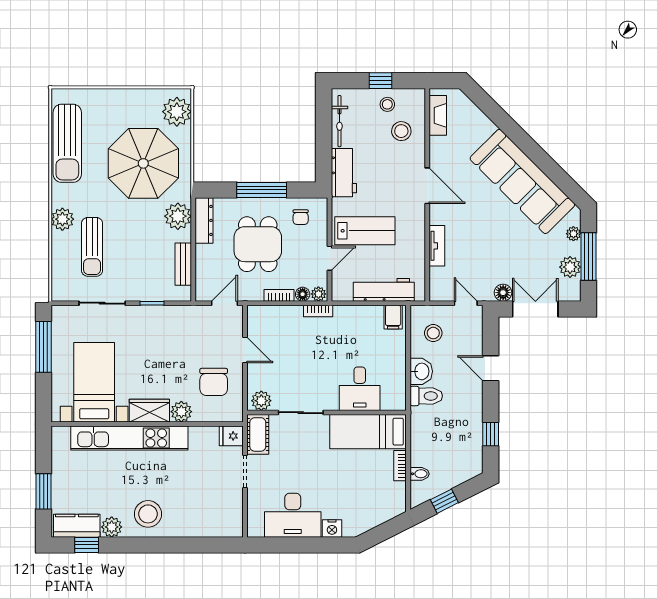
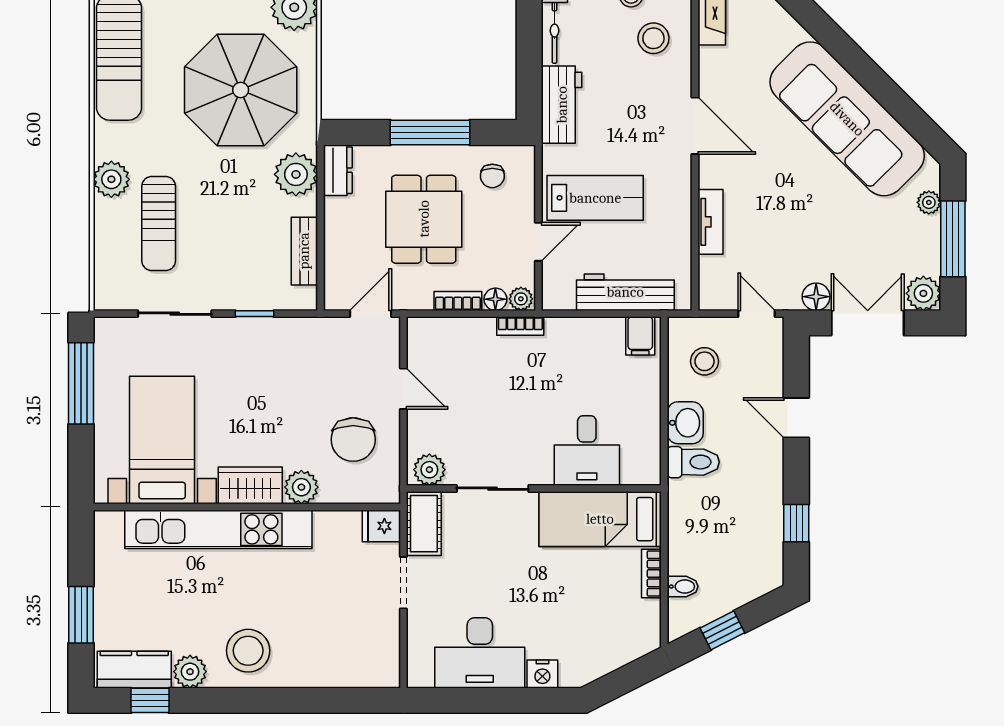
dresser: (204, 220) -> (338, 170), width x0.70
plant: (570, 267) -> (923, 293), moved

